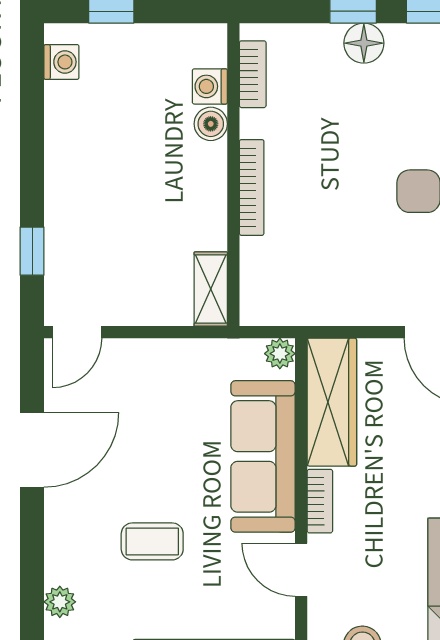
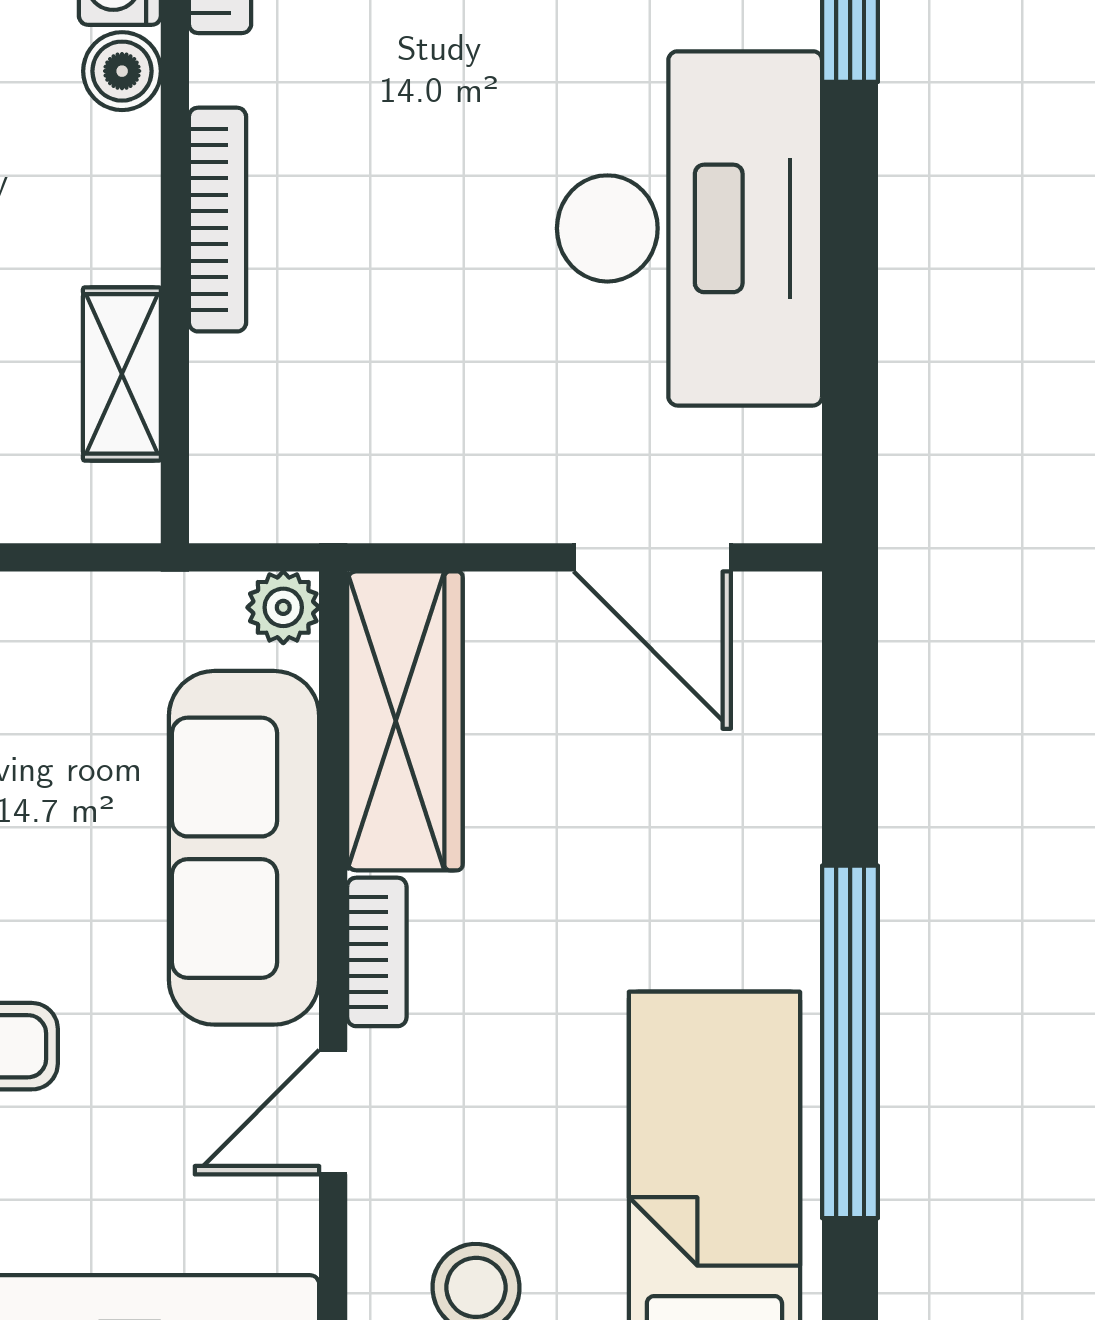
shelving: (211, 289) -> (122, 374), moved
door: (301, 570) -> (333, 1112), hinge flipped

